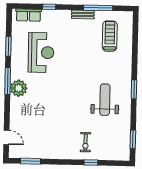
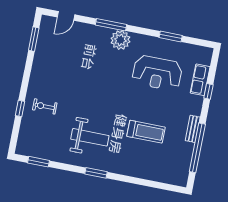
window: (98, 8) -> (197, 148), width x1.46
row of seats: (28, 15) -> (200, 80), moved
treadmill: (110, 36) -> (146, 132), moved
window: (8, 81) -> (111, 25), moved

